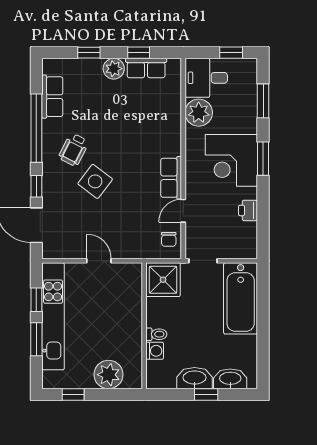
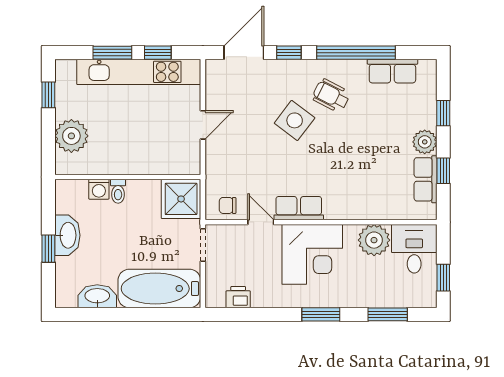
corner desk: (231, 160) -> (312, 254), moved, turned 180
printer: (248, 210) -> (238, 297), moved
washbasin: (230, 379) -> (97, 296), moved, turned -90

